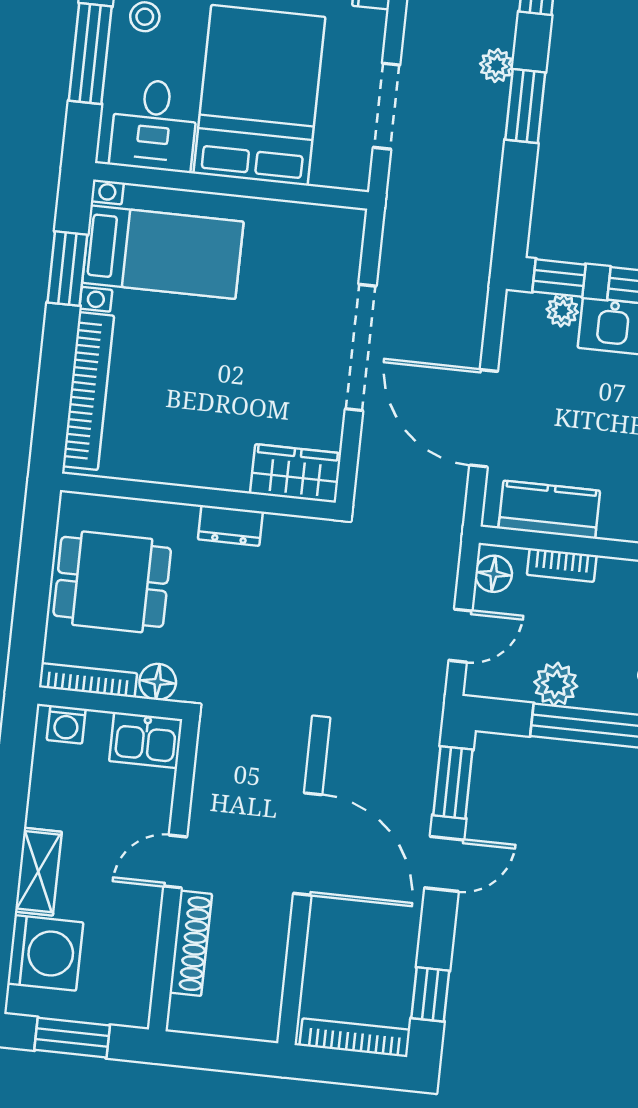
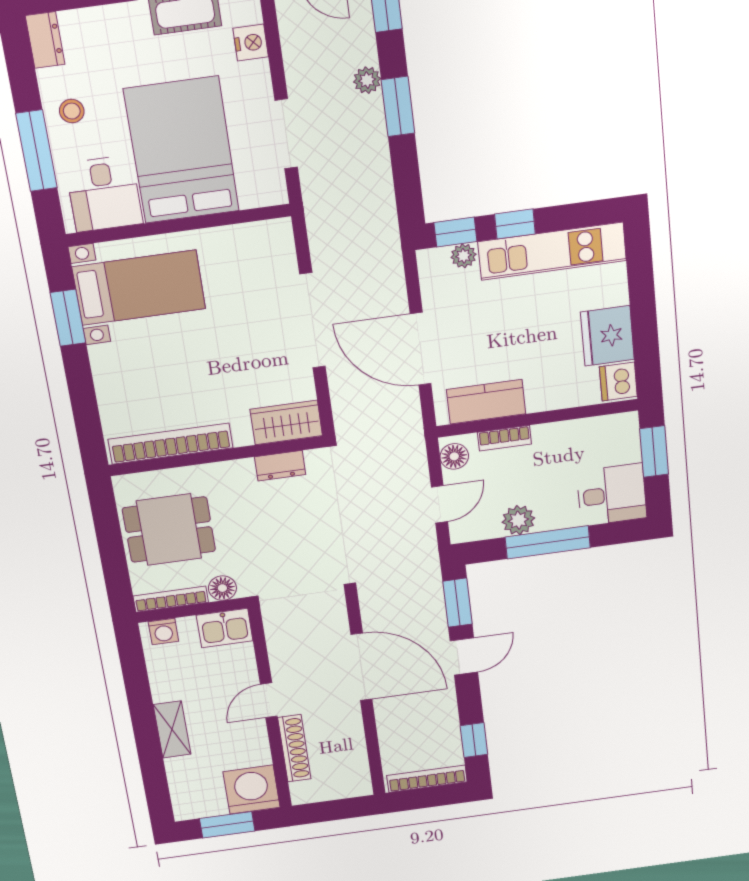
bookcase: (88, 391) -> (171, 444), moved, turned -90
dresser: (230, 526) -> (280, 466), moved
washing machine: (45, 953) -> (252, 790), moved, turned -90

